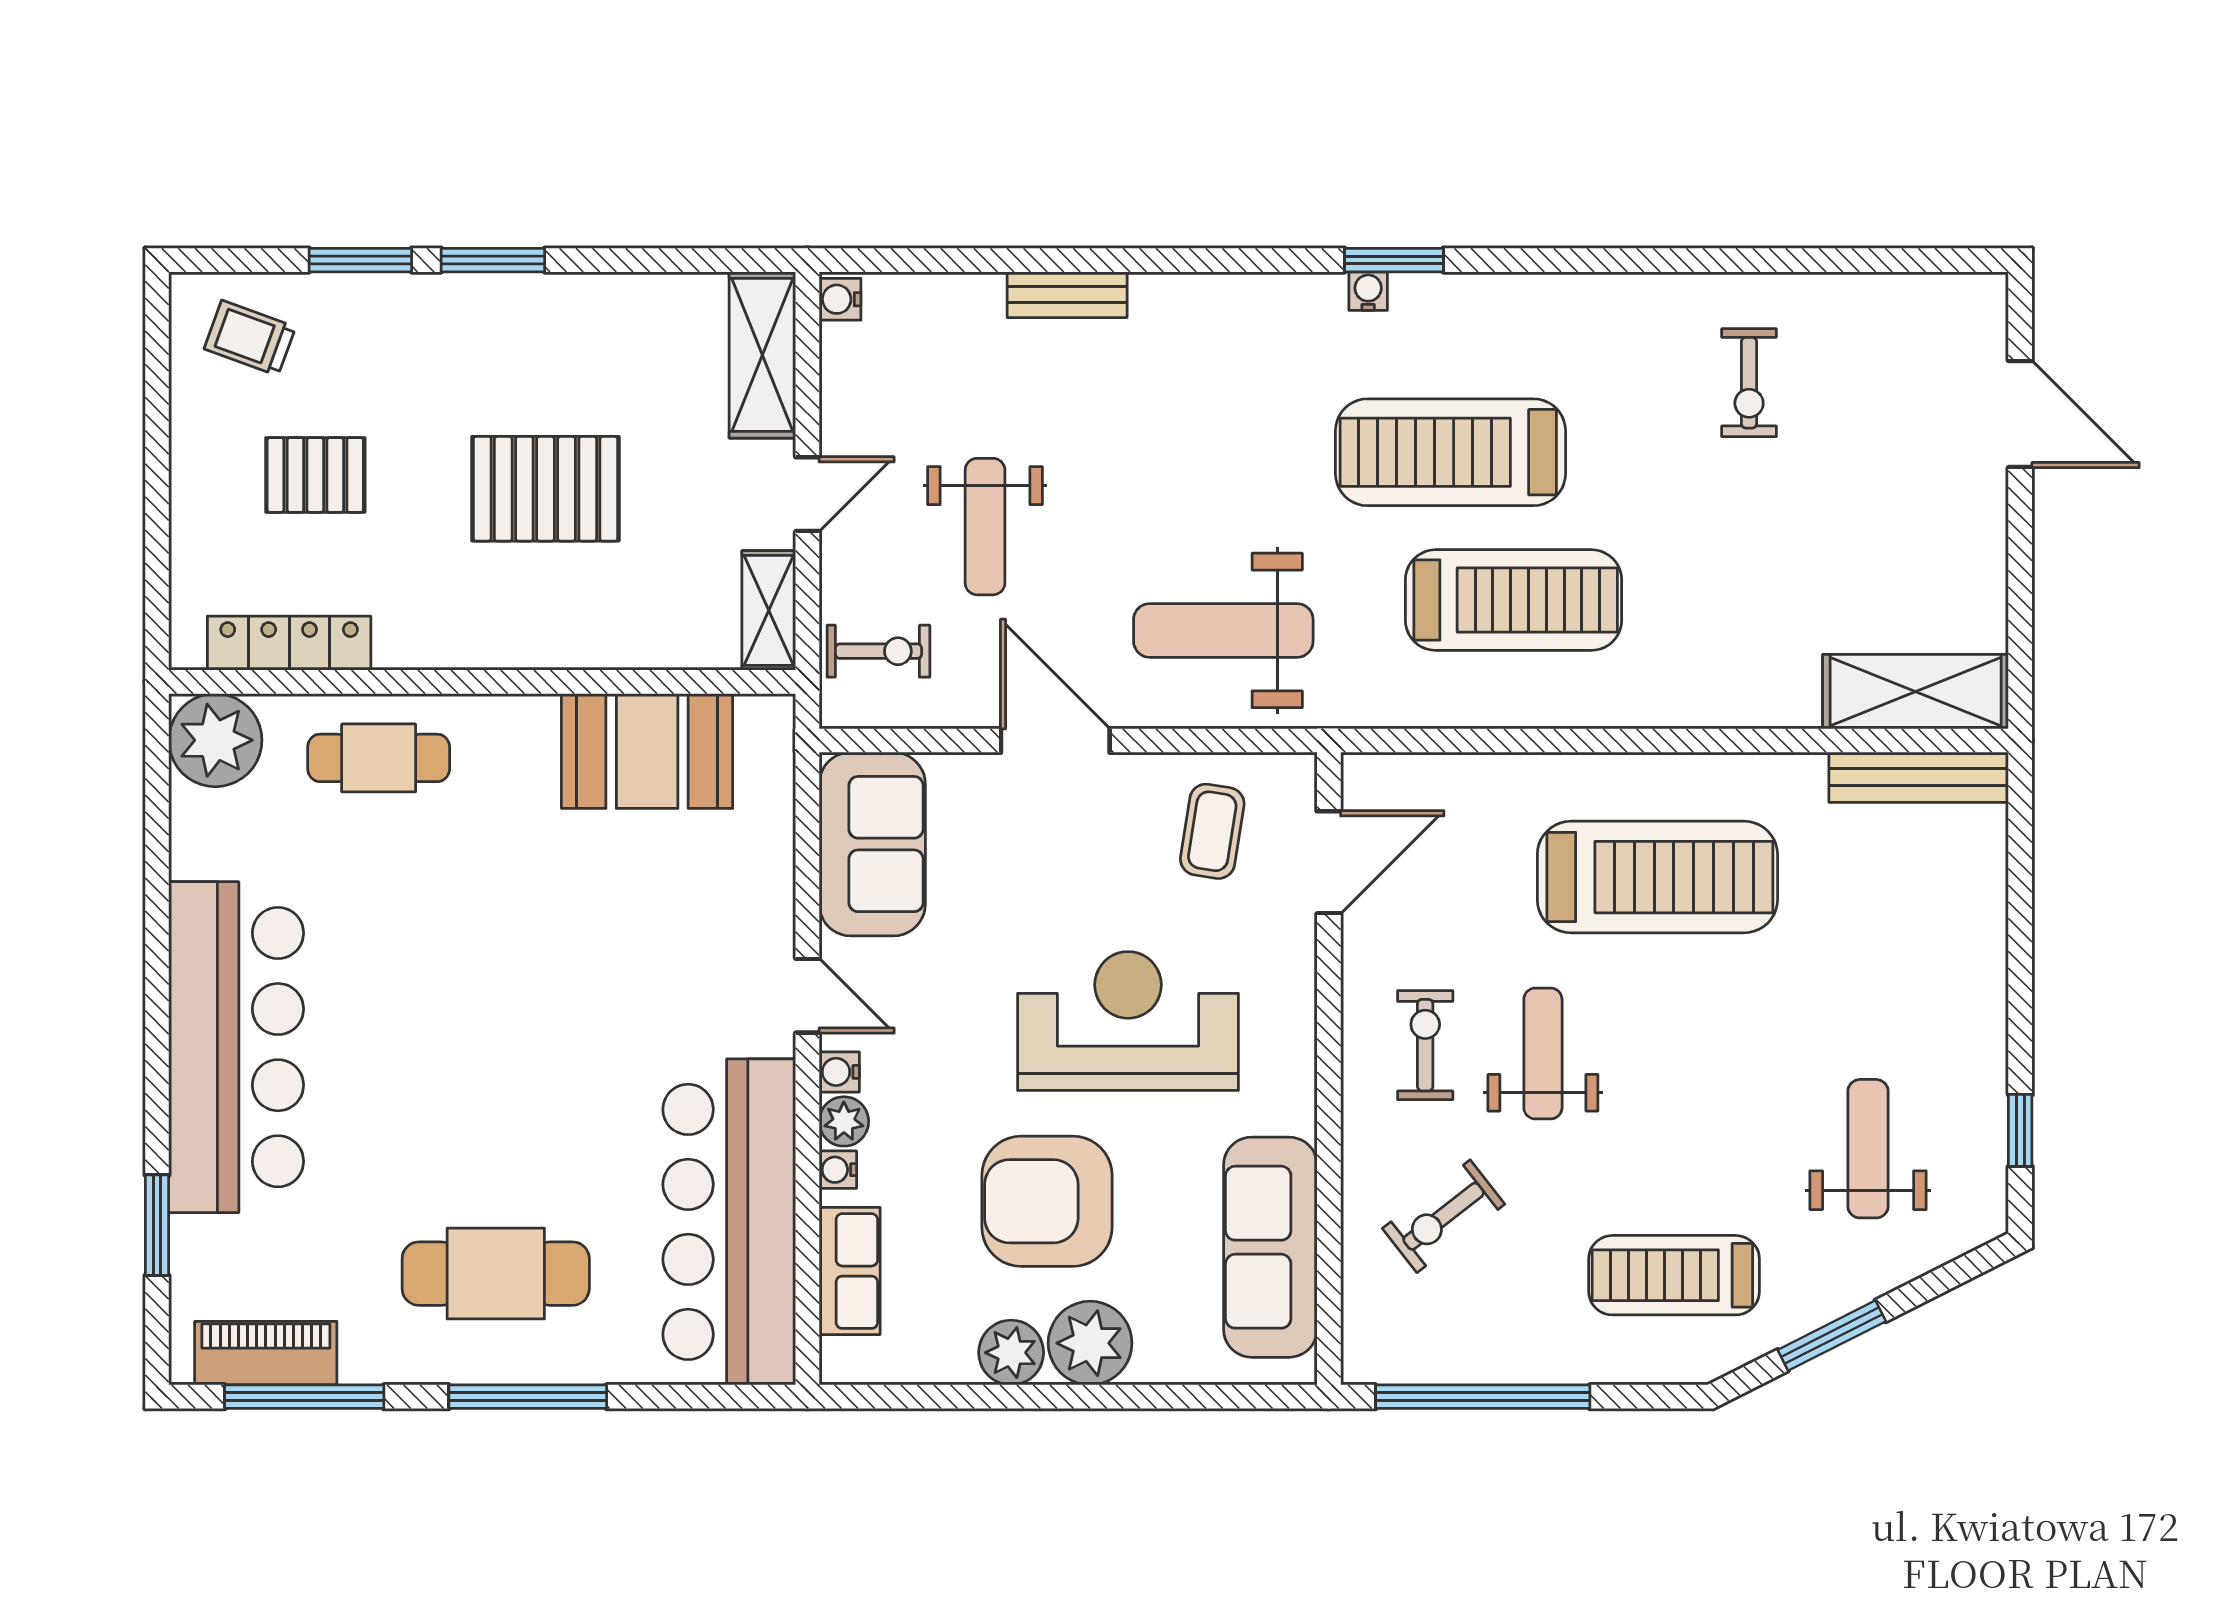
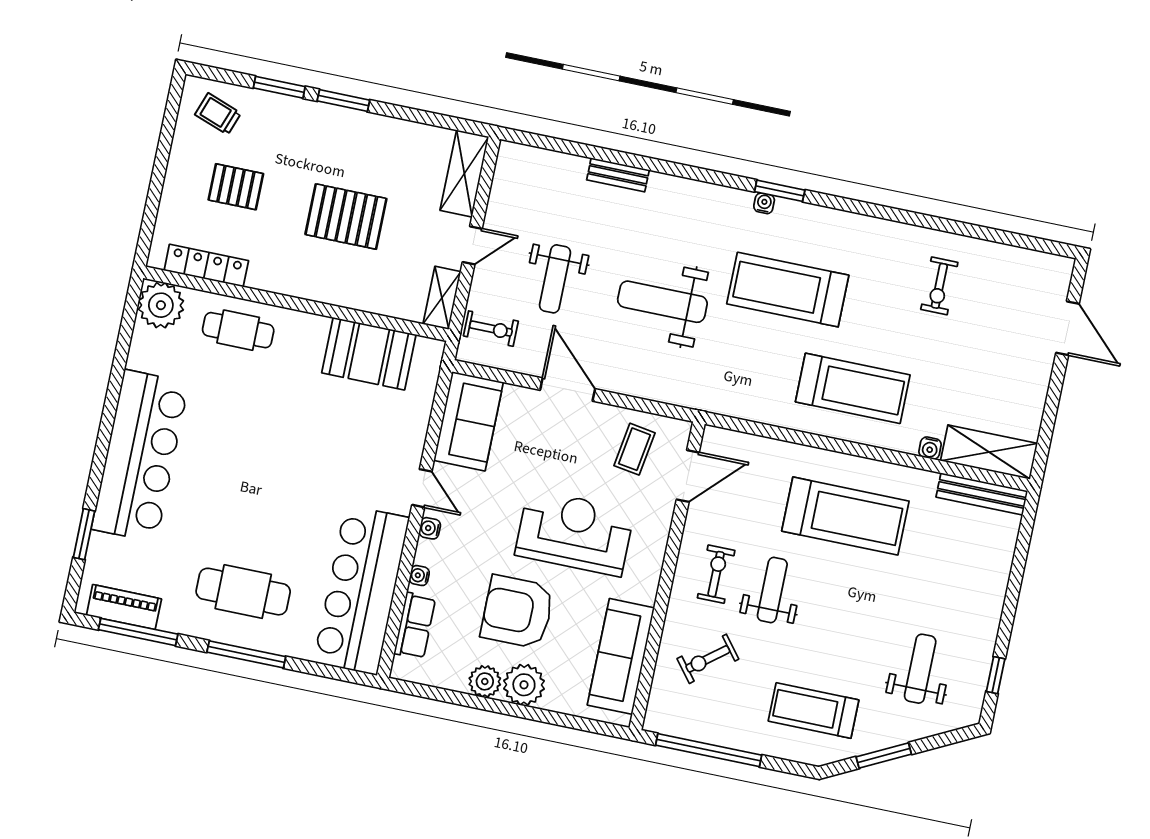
water cooler: (840, 299) -> (930, 448), moved, turned -90
treadmill: (1514, 600) -> (853, 388), moved
weight bench: (1223, 630) -> (662, 302), moved
plant: (844, 1121) -> (427, 553), removed

